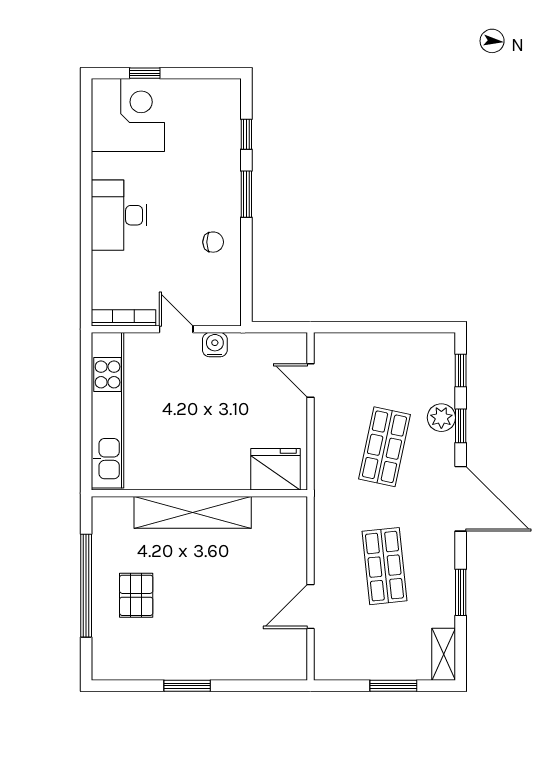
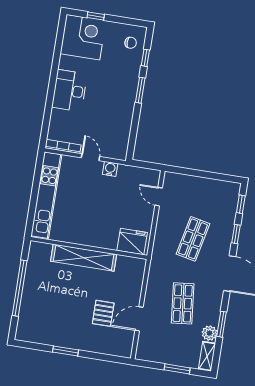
chair: (213, 242) -> (131, 43), moved
plant: (441, 418) -> (209, 333), moved
pallet: (136, 595) -> (103, 313), moved

